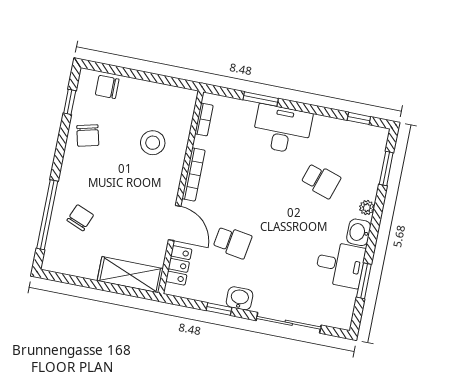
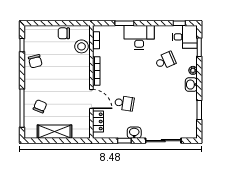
chair: (107, 87) -> (64, 33), moved
stool: (153, 143) -> (81, 46), moved
school desk: (321, 181) -> (165, 61), turned -42
desk: (340, 265) -> (185, 37), moved
shelving: (130, 275) -> (54, 132), moved

